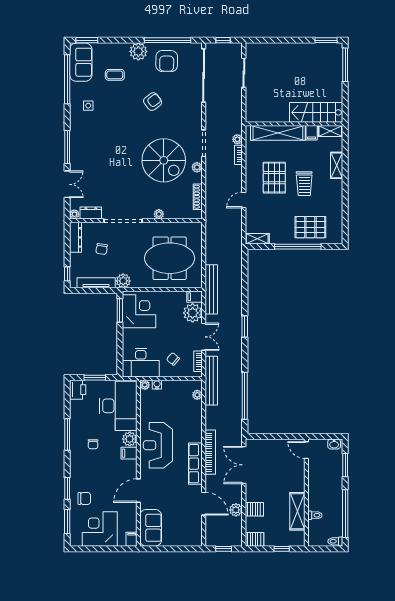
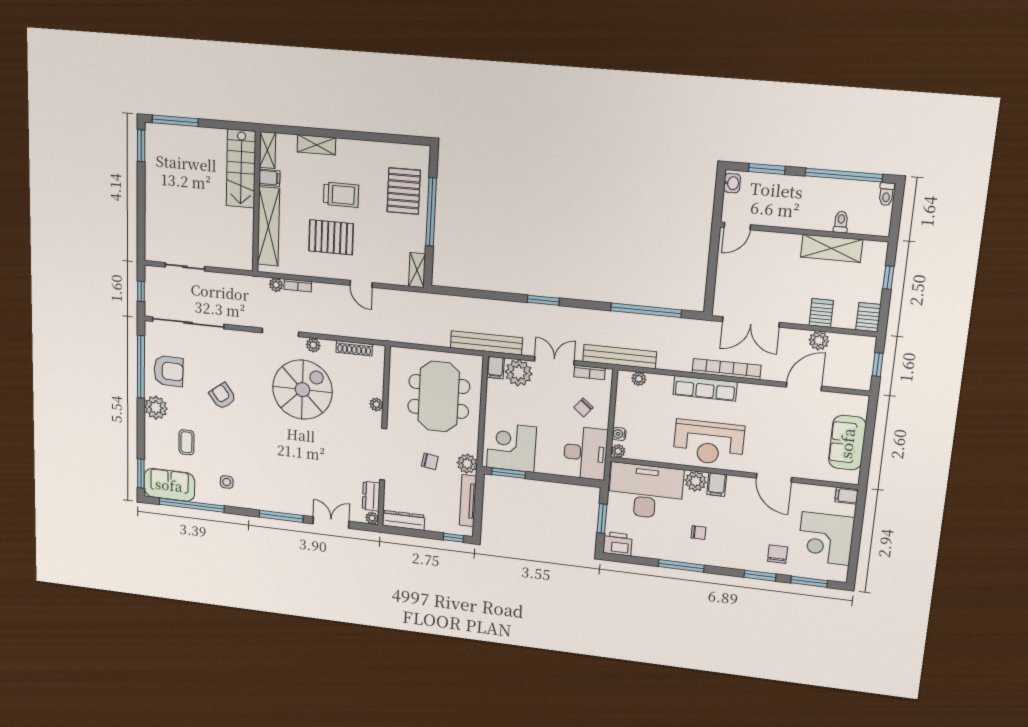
chair: (102, 249) -> (430, 461), moved
row of seats: (195, 464) -> (705, 388), moved
sofa: (151, 528) -> (847, 443), moved, turned -90

